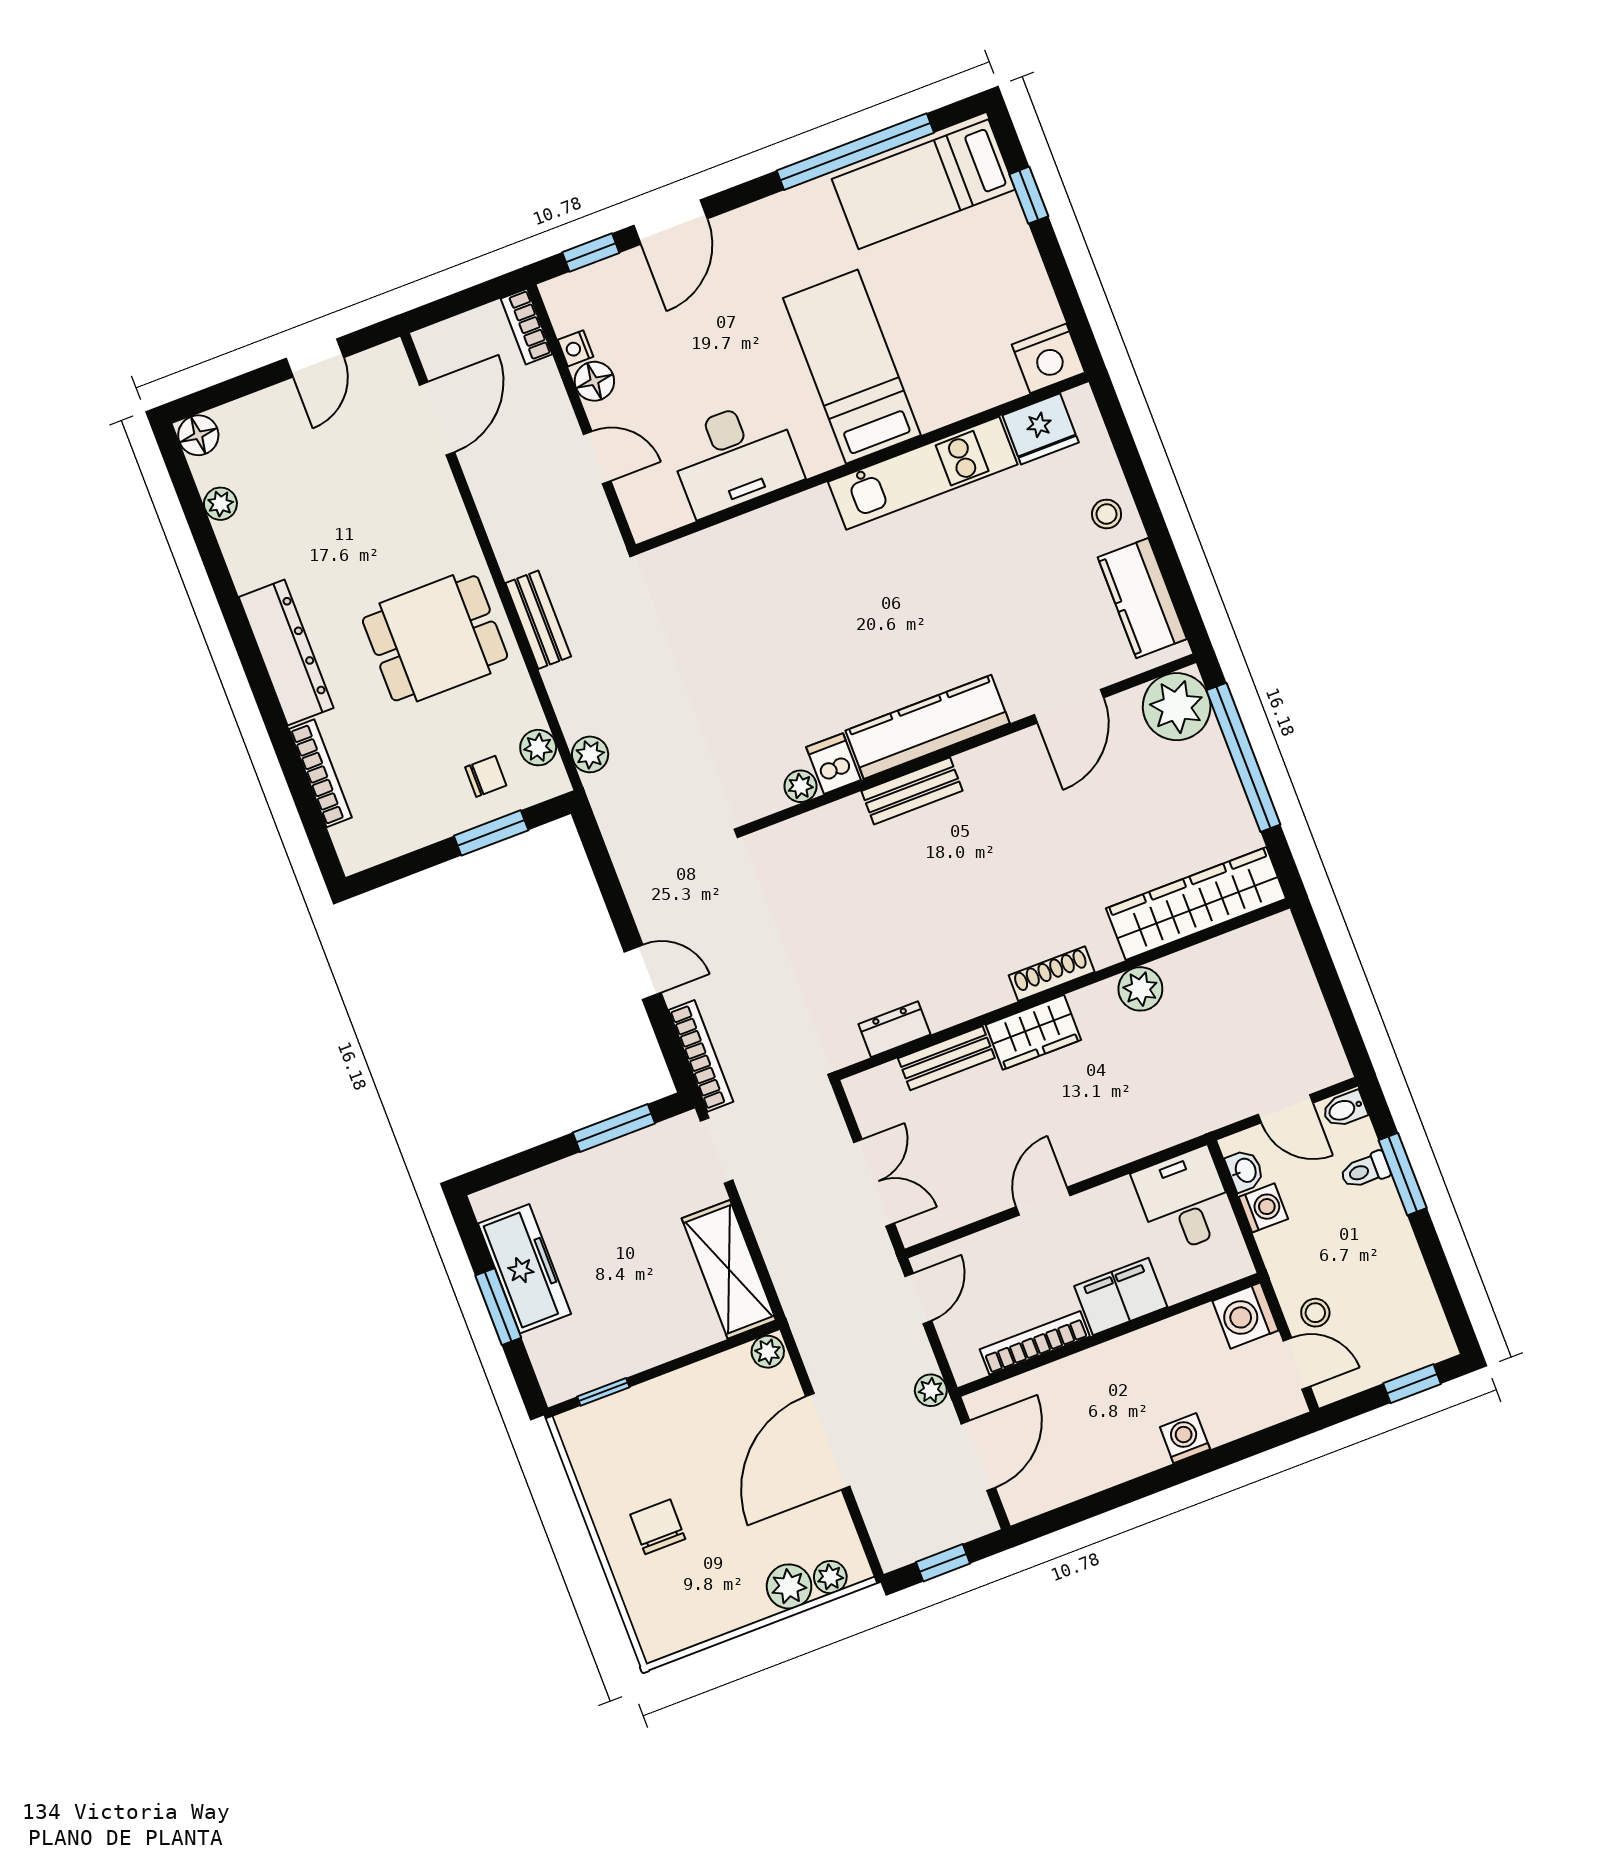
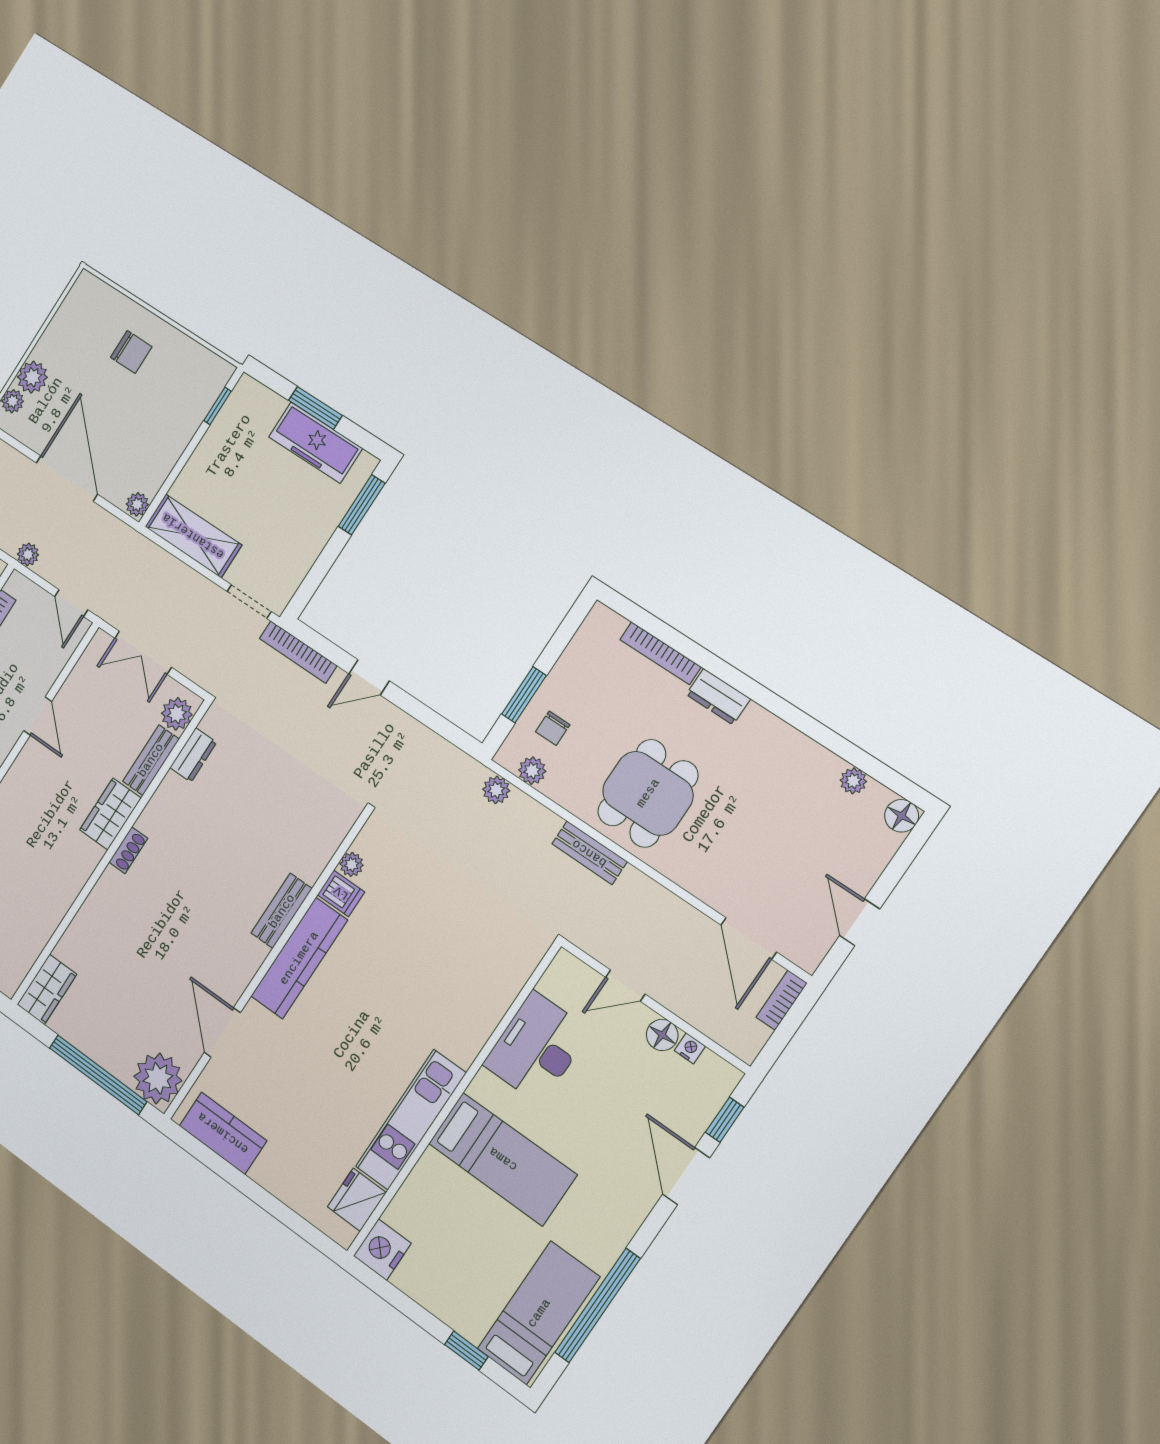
bookcase: (526, 326) -> (782, 1000), moved, turned -90
stool: (1107, 514) -> (280, 1172), removed
dresser: (286, 652) -> (718, 697), width x0.51, depth x0.80
wardrobe: (1196, 904) -> (47, 989), width x0.48, depth x0.85
shoe rack: (1052, 974) -> (128, 850), width x0.70
plant: (1140, 989) -> (177, 714), moved
window: (614, 1128) -> (362, 505), moved

